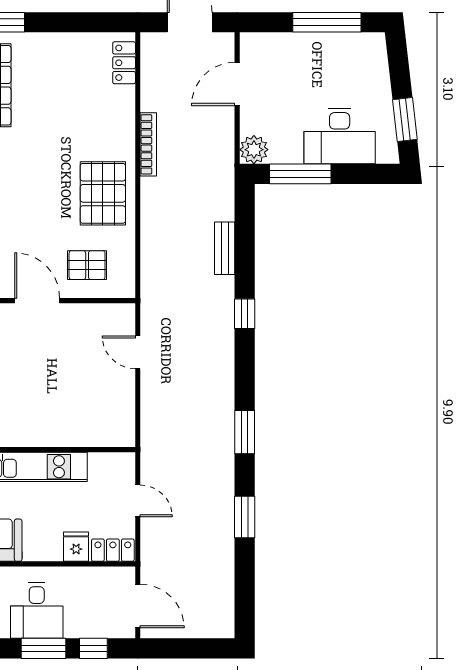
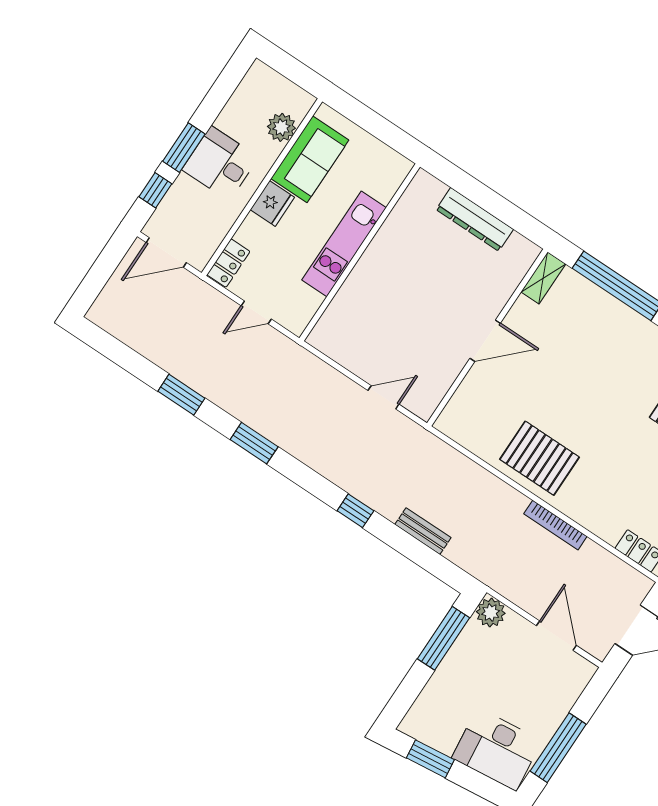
desk: (340, 136) -> (497, 749), moved, turned -96
pallet: (87, 265) -> (487, 404), removed
fridge: (76, 547) -> (272, 203), moved, width x1.38

